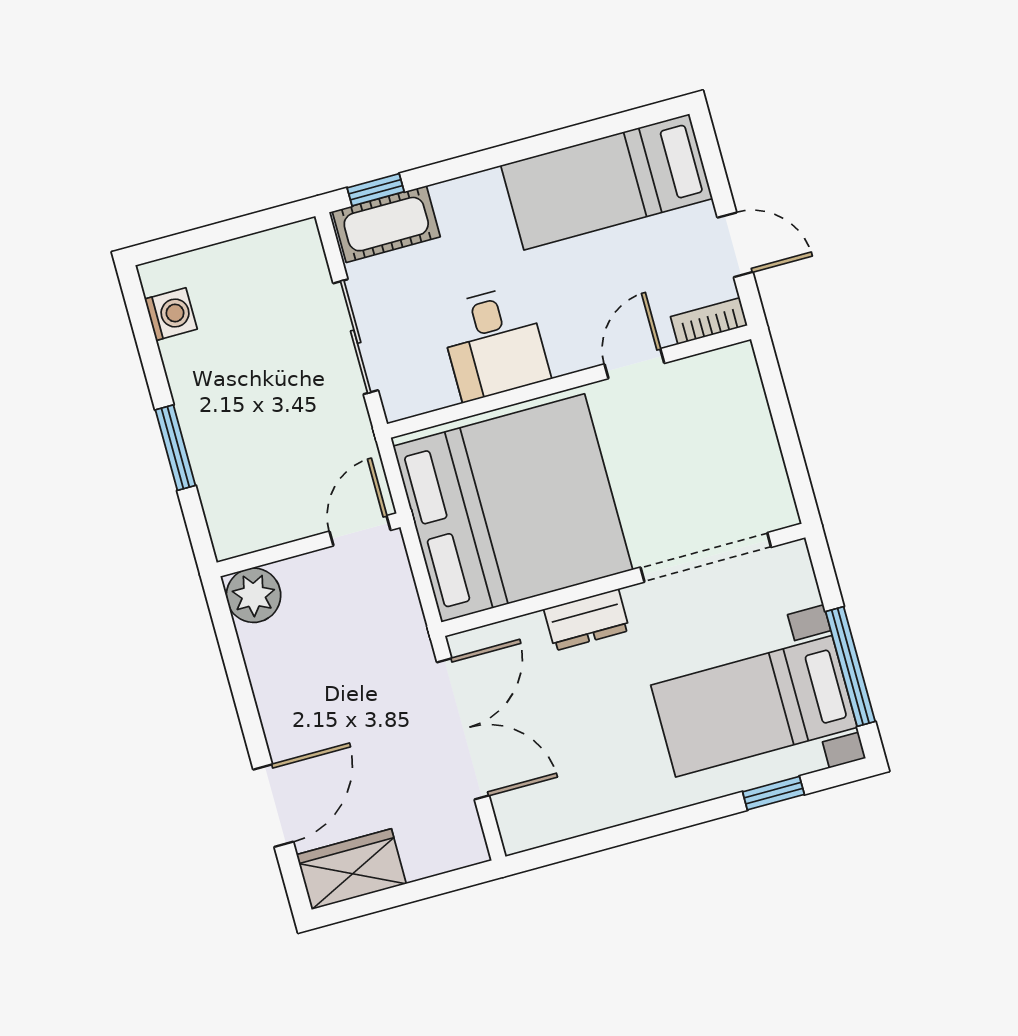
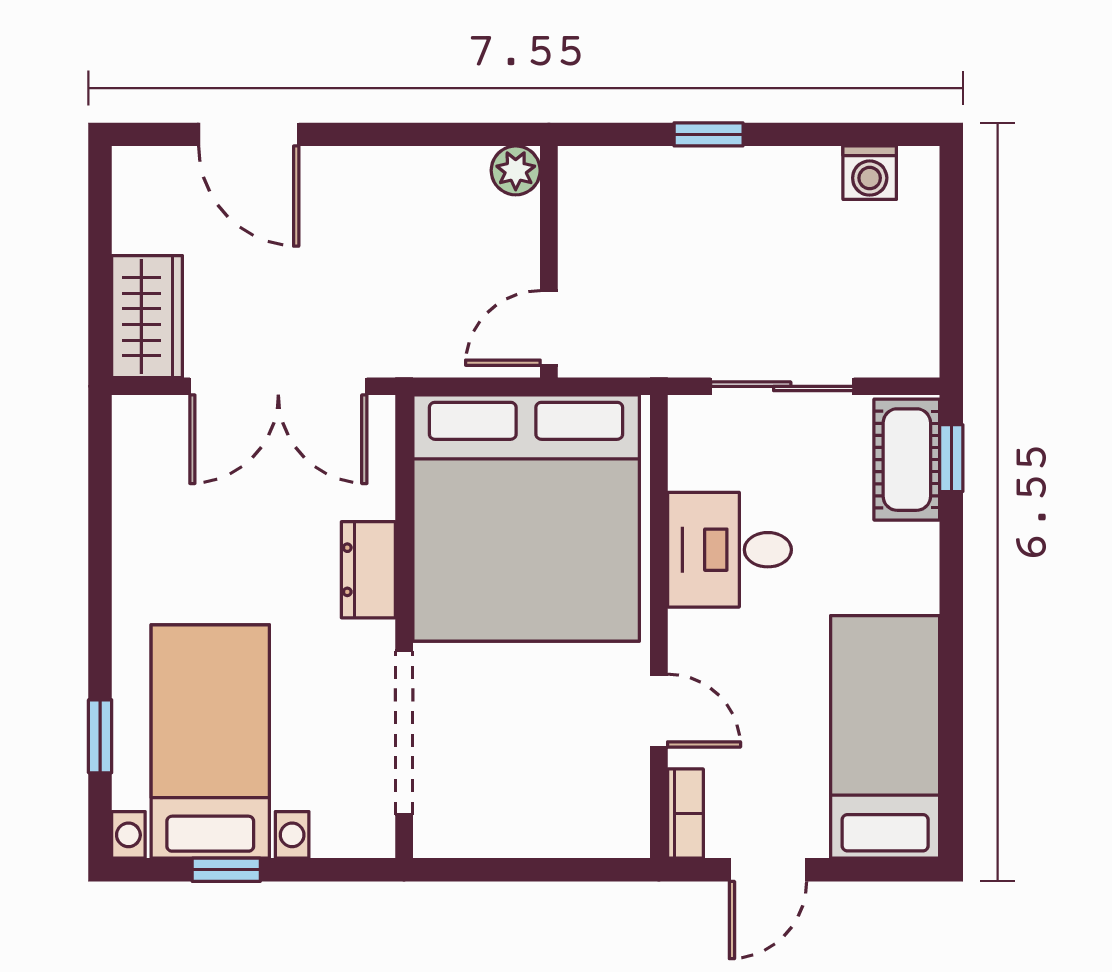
window: (175, 448) -> (709, 134), width x0.67
door: (360, 531) -> (549, 328), swing flipped
plant: (254, 595) -> (516, 170), width x0.73, depth x0.73
window: (850, 666) -> (226, 870), width x0.46
wardrobe: (351, 869) -> (147, 317), moved

